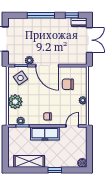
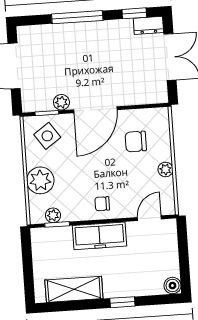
door: (47, 66) -> (95, 110), hinge flipped

